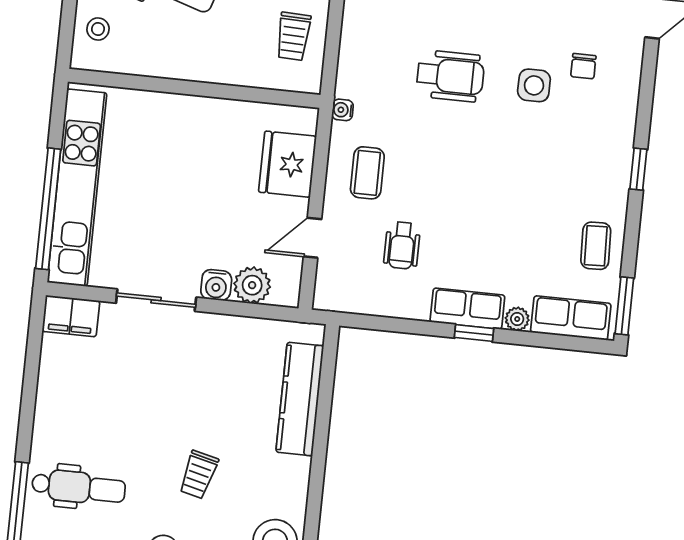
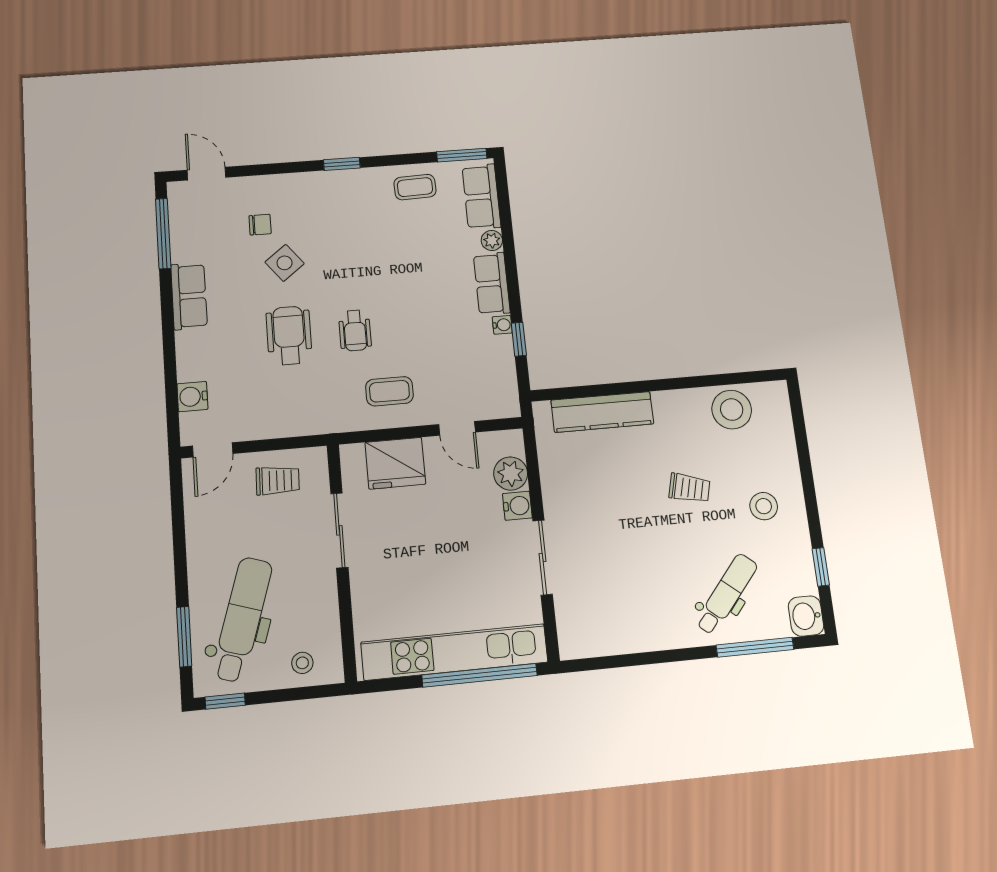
side table: (534, 85) -> (285, 263), turned -38
sliding door: (227, 92) -> (339, 530), added
water cooler: (343, 110) -> (502, 325), moved, turned -90
wheelchair: (402, 245) -> (355, 331), moved, turned 90
filing cabinet: (71, 316) -> (574, 633), removed
window: (474, 333) -> (519, 339), moved
dental chair: (79, 487) -> (727, 594), turned 40

